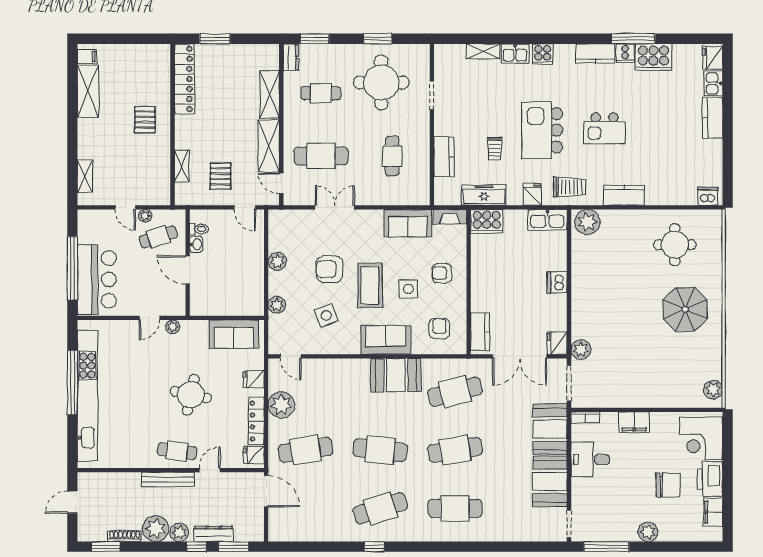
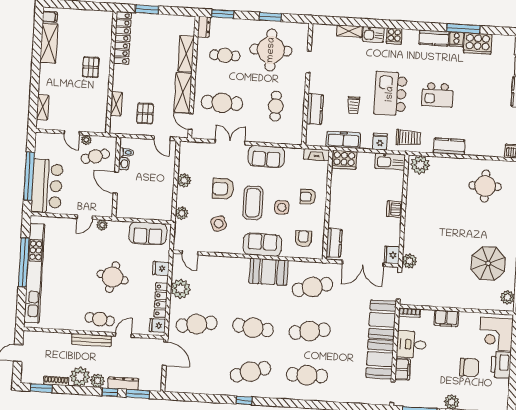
sofa: (408, 223) -> (266, 156), moved
parasol: (685, 309) -> (488, 263), moved
filing cabinet: (713, 512) -> (403, 369), moved, turned 180

